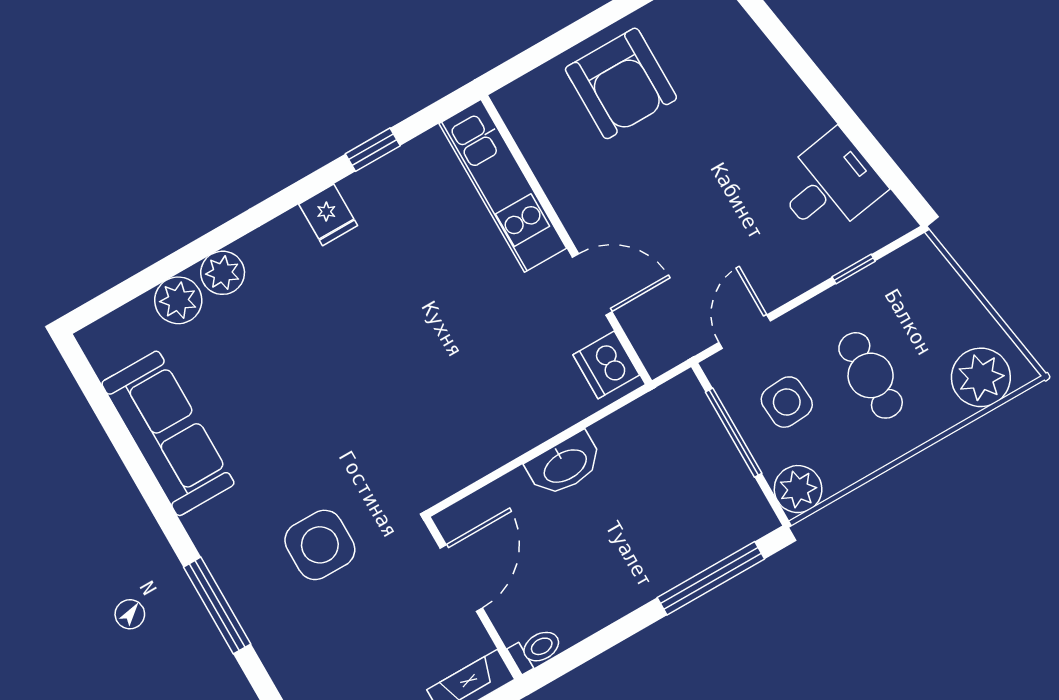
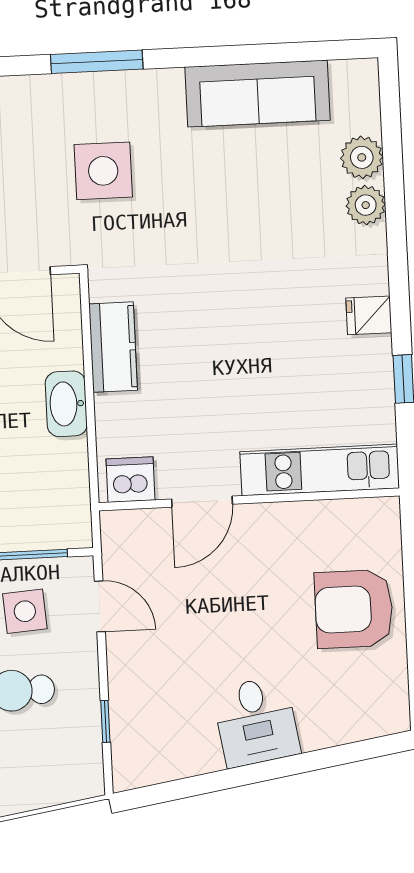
desk: (829, 185) -> (256, 721), moved
kitchen counter: (486, 448) -> (113, 347), added

